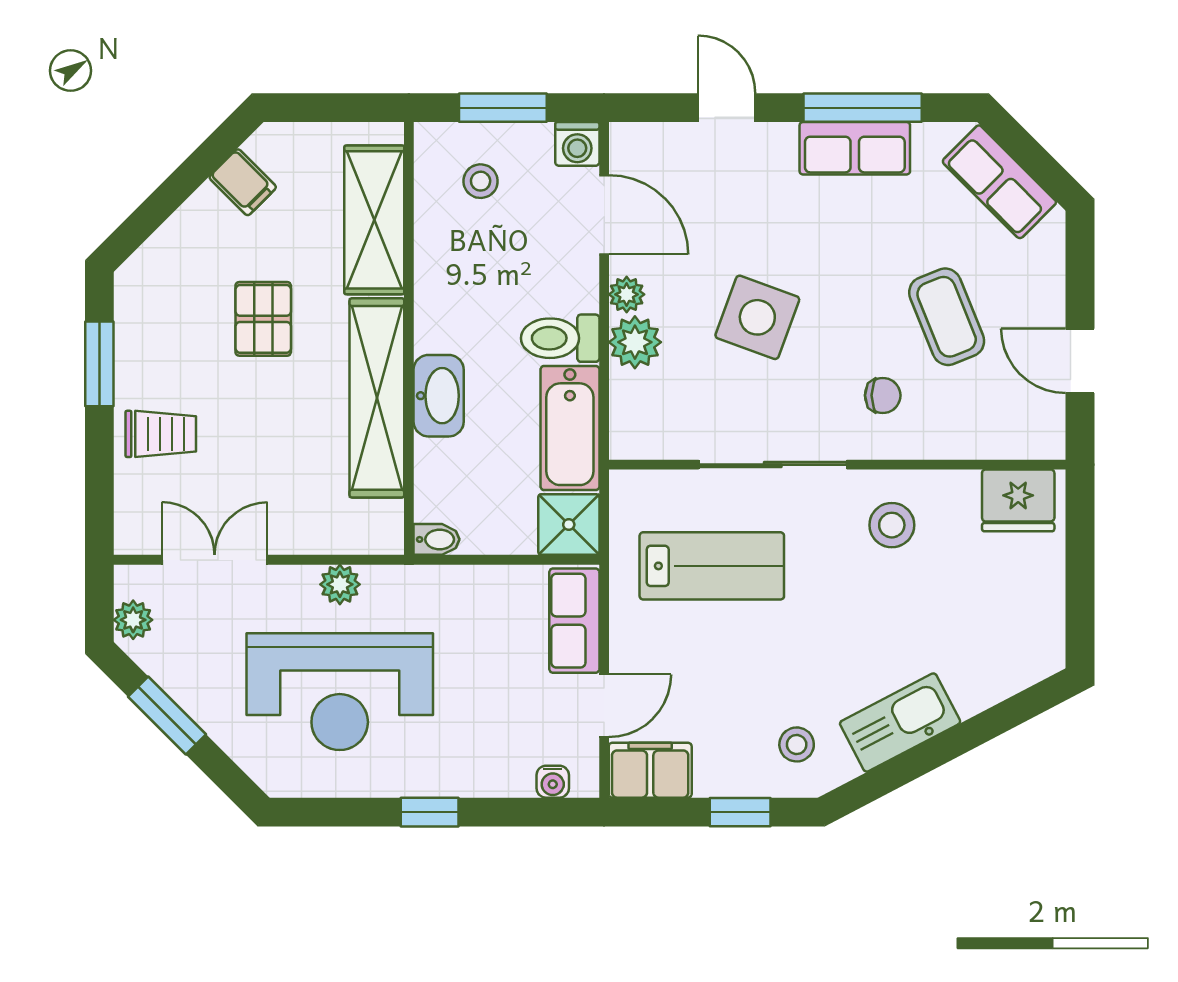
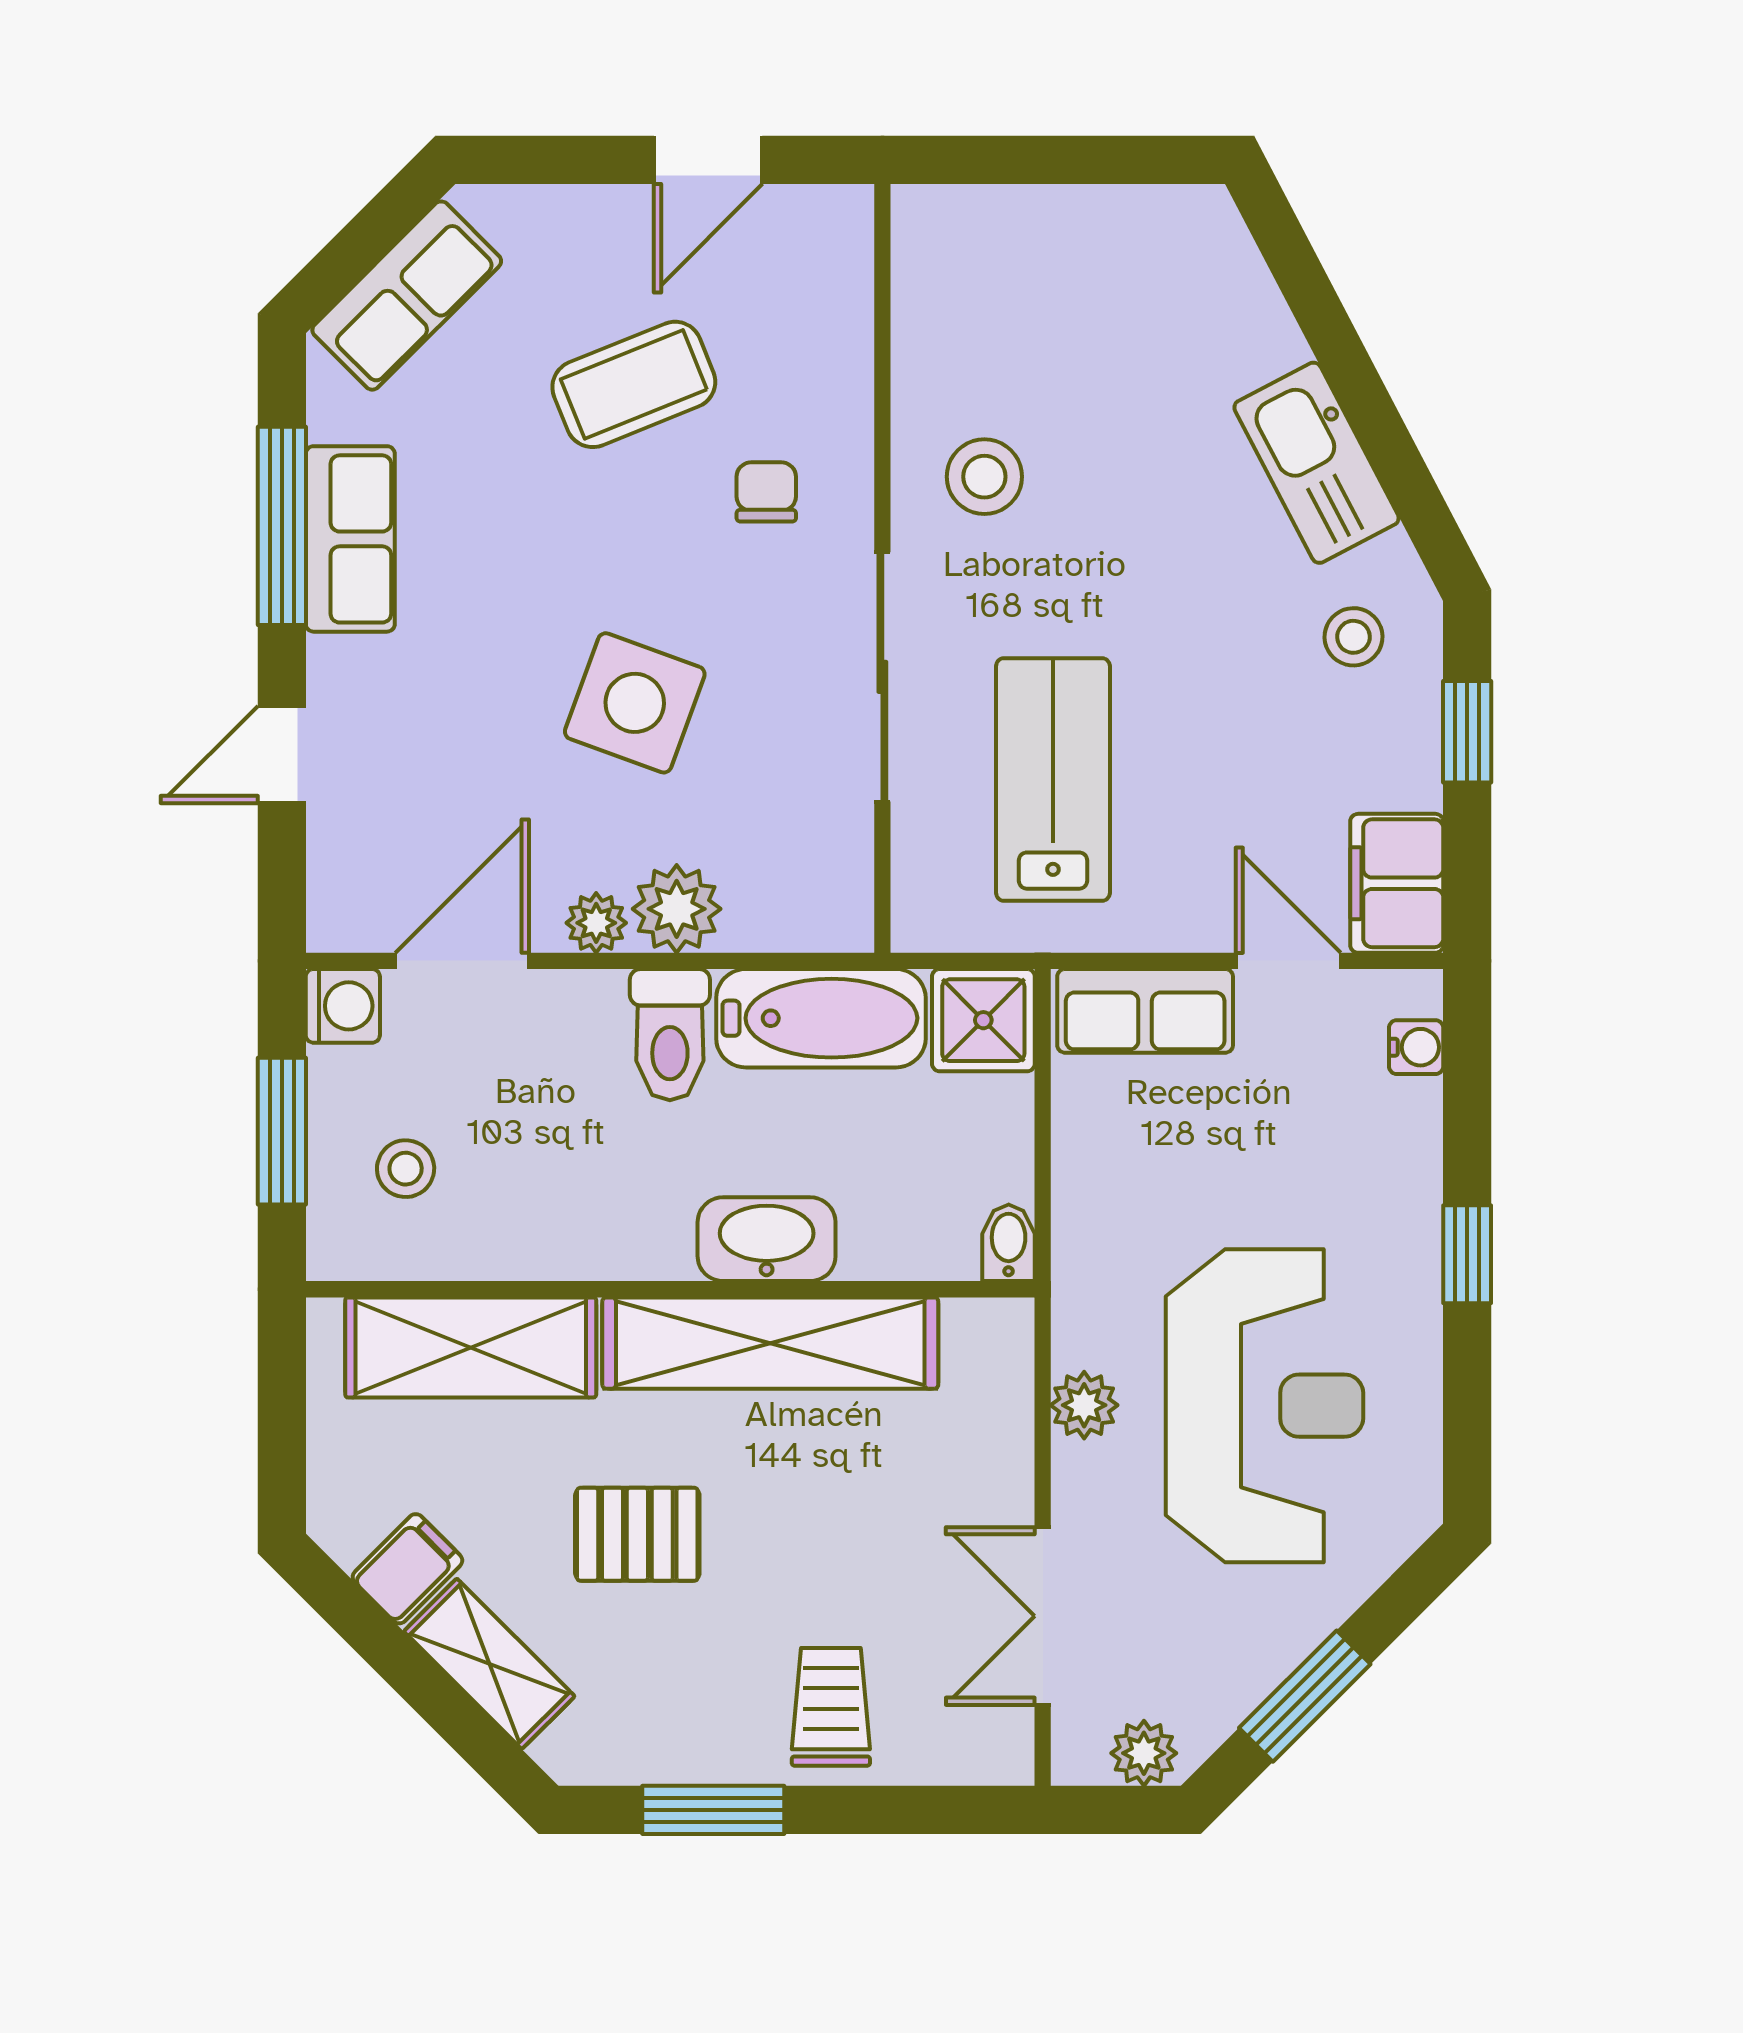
shelving: (186, 231) -> (489, 1664), added
fridge: (1018, 500) -> (943, 264), removed

